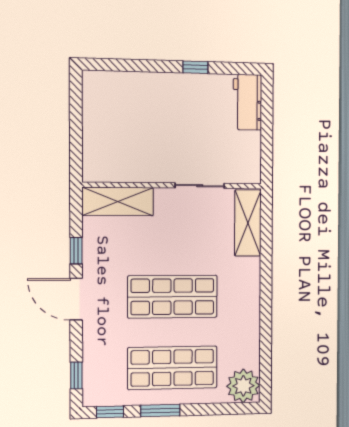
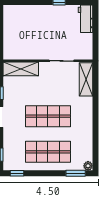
plant: (243, 386) -> (88, 166), width x0.53, depth x0.53
window: (160, 411) -> (76, 173), moved

